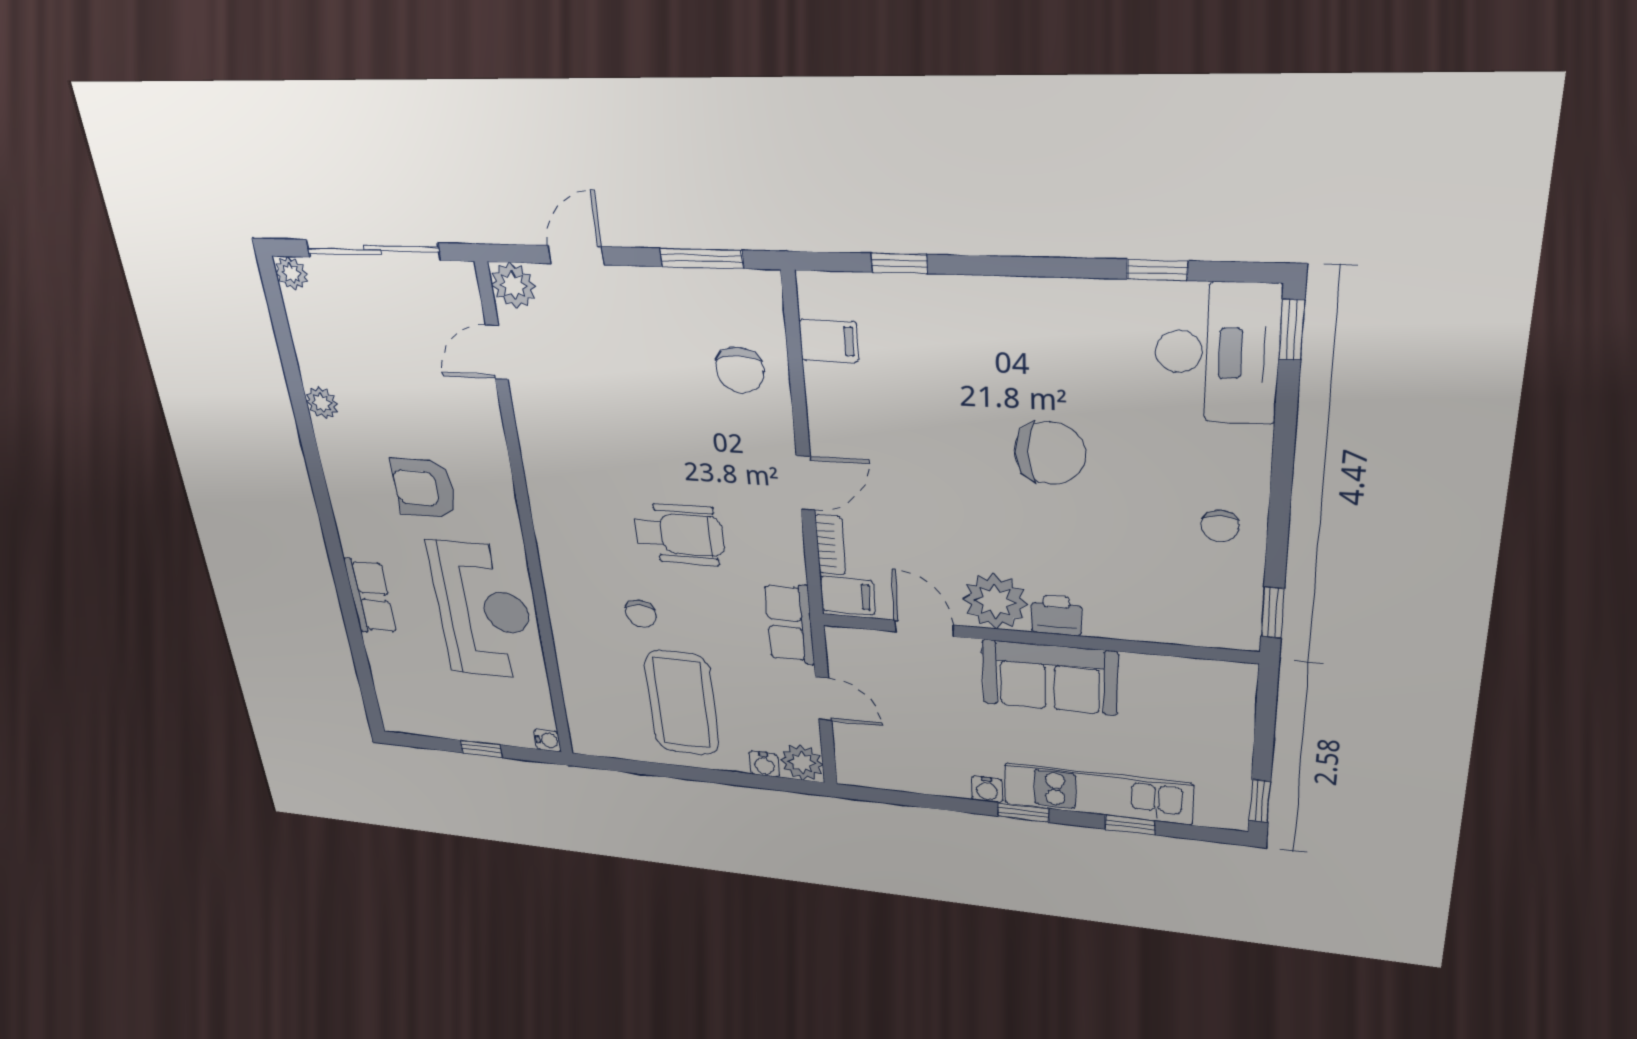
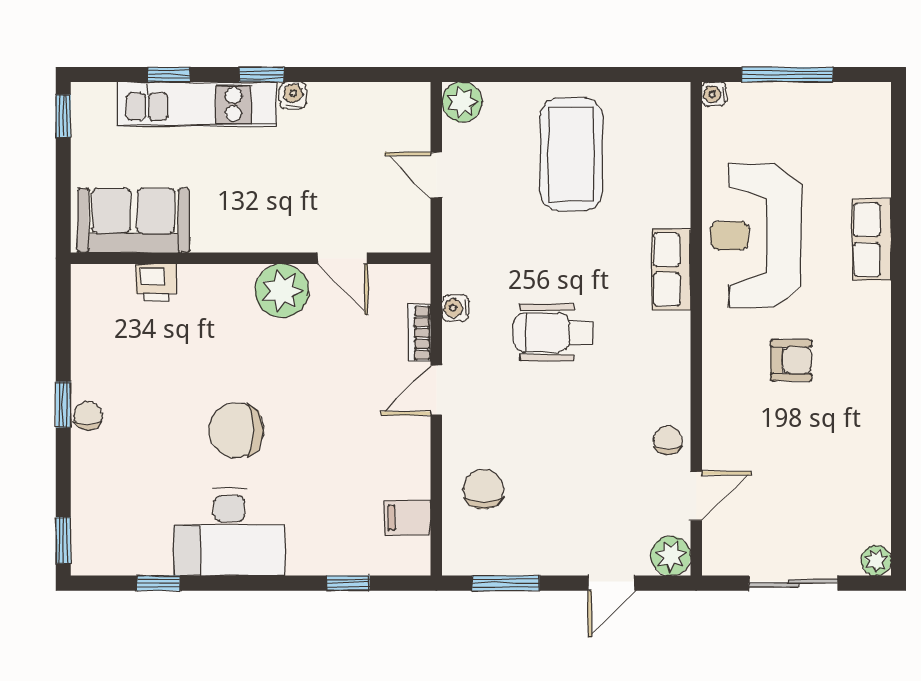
sliding door: (373, 250) -> (793, 583), width x0.73
desk: (1217, 353) -> (229, 532), moved, turned -90
plant: (322, 403) -> (876, 439), removed
armchair: (424, 488) -> (791, 360), width x0.72, depth x0.72
chair: (1220, 526) -> (88, 416), moved
filing cabinet: (847, 596) -> (408, 284), removed
window: (1272, 613) -> (63, 405), moved
chair: (641, 614) -> (668, 440), moved
printer: (1056, 615) -> (156, 282), moved
row of seats: (790, 624) -> (671, 270), moved, turned 180
sofa: (1050, 678) -> (133, 220), moved
window: (481, 749) -> (787, 74), width x2.17
water cooler: (764, 764) -> (455, 308), moved, turned -90

